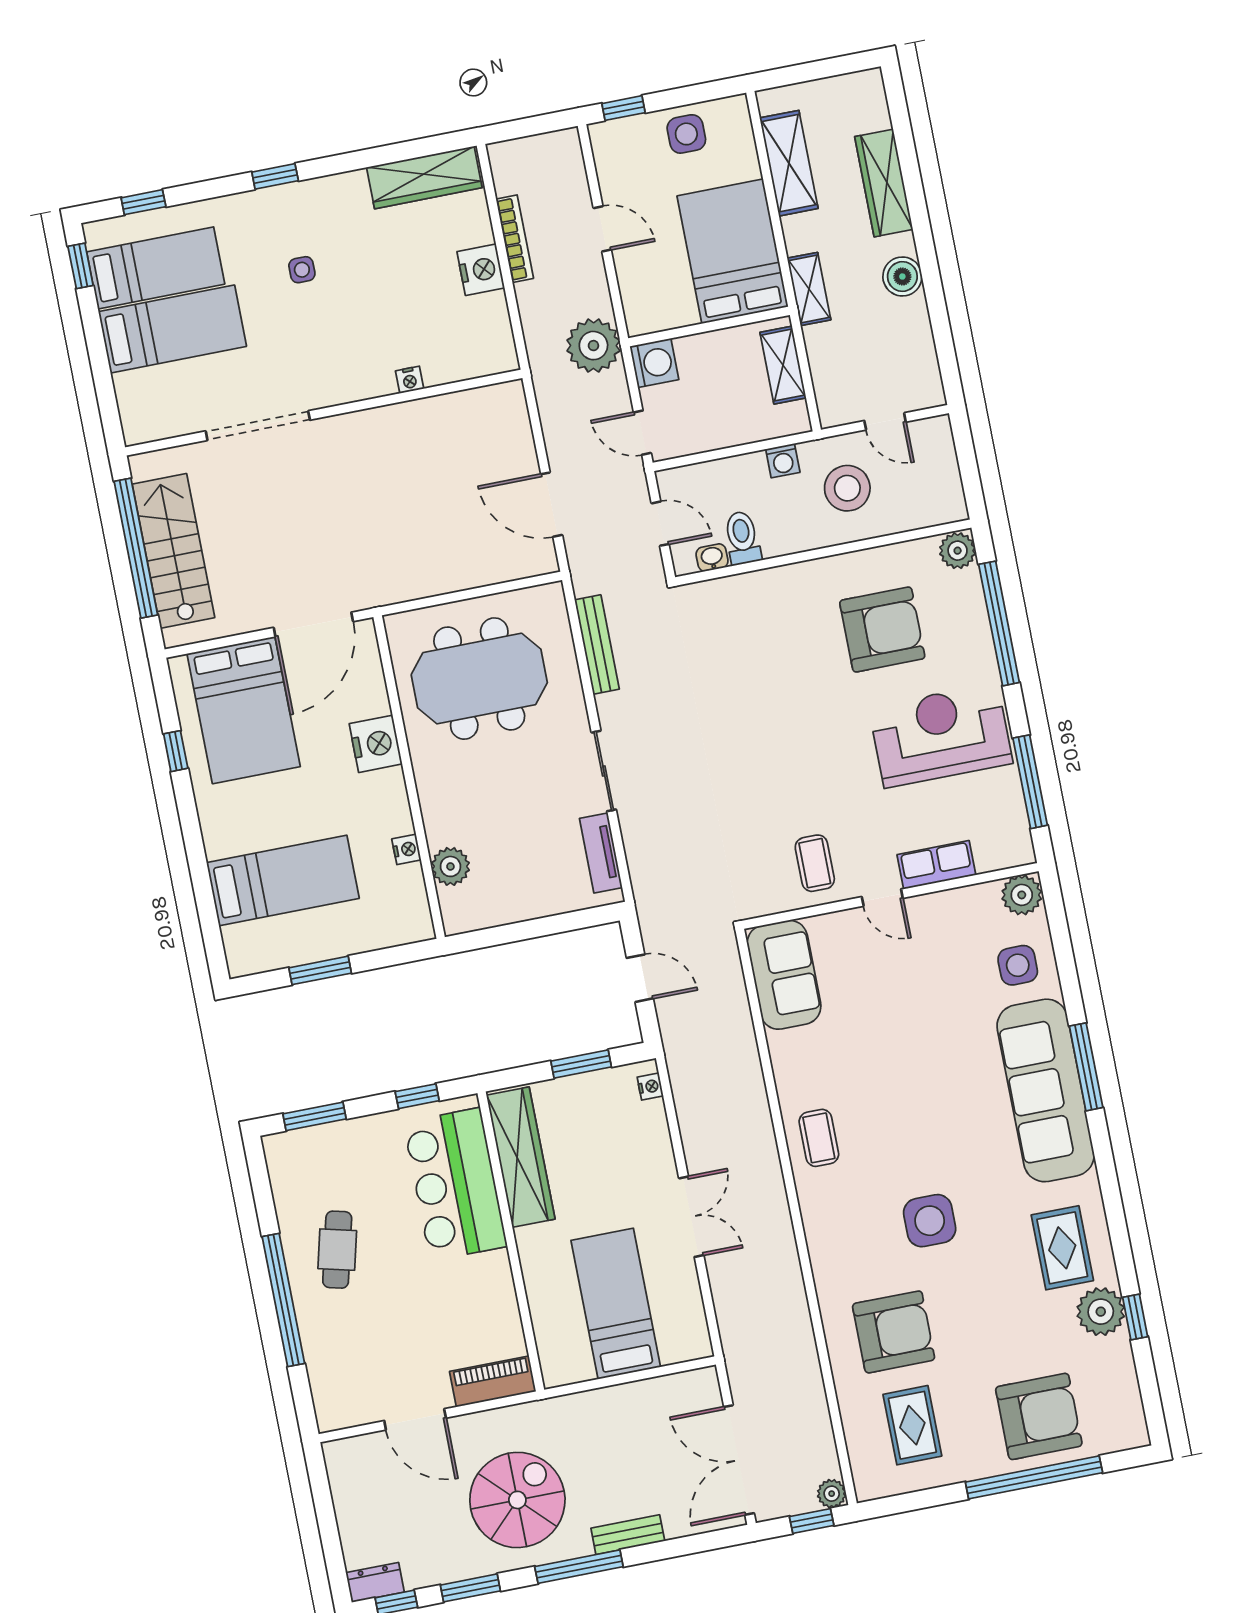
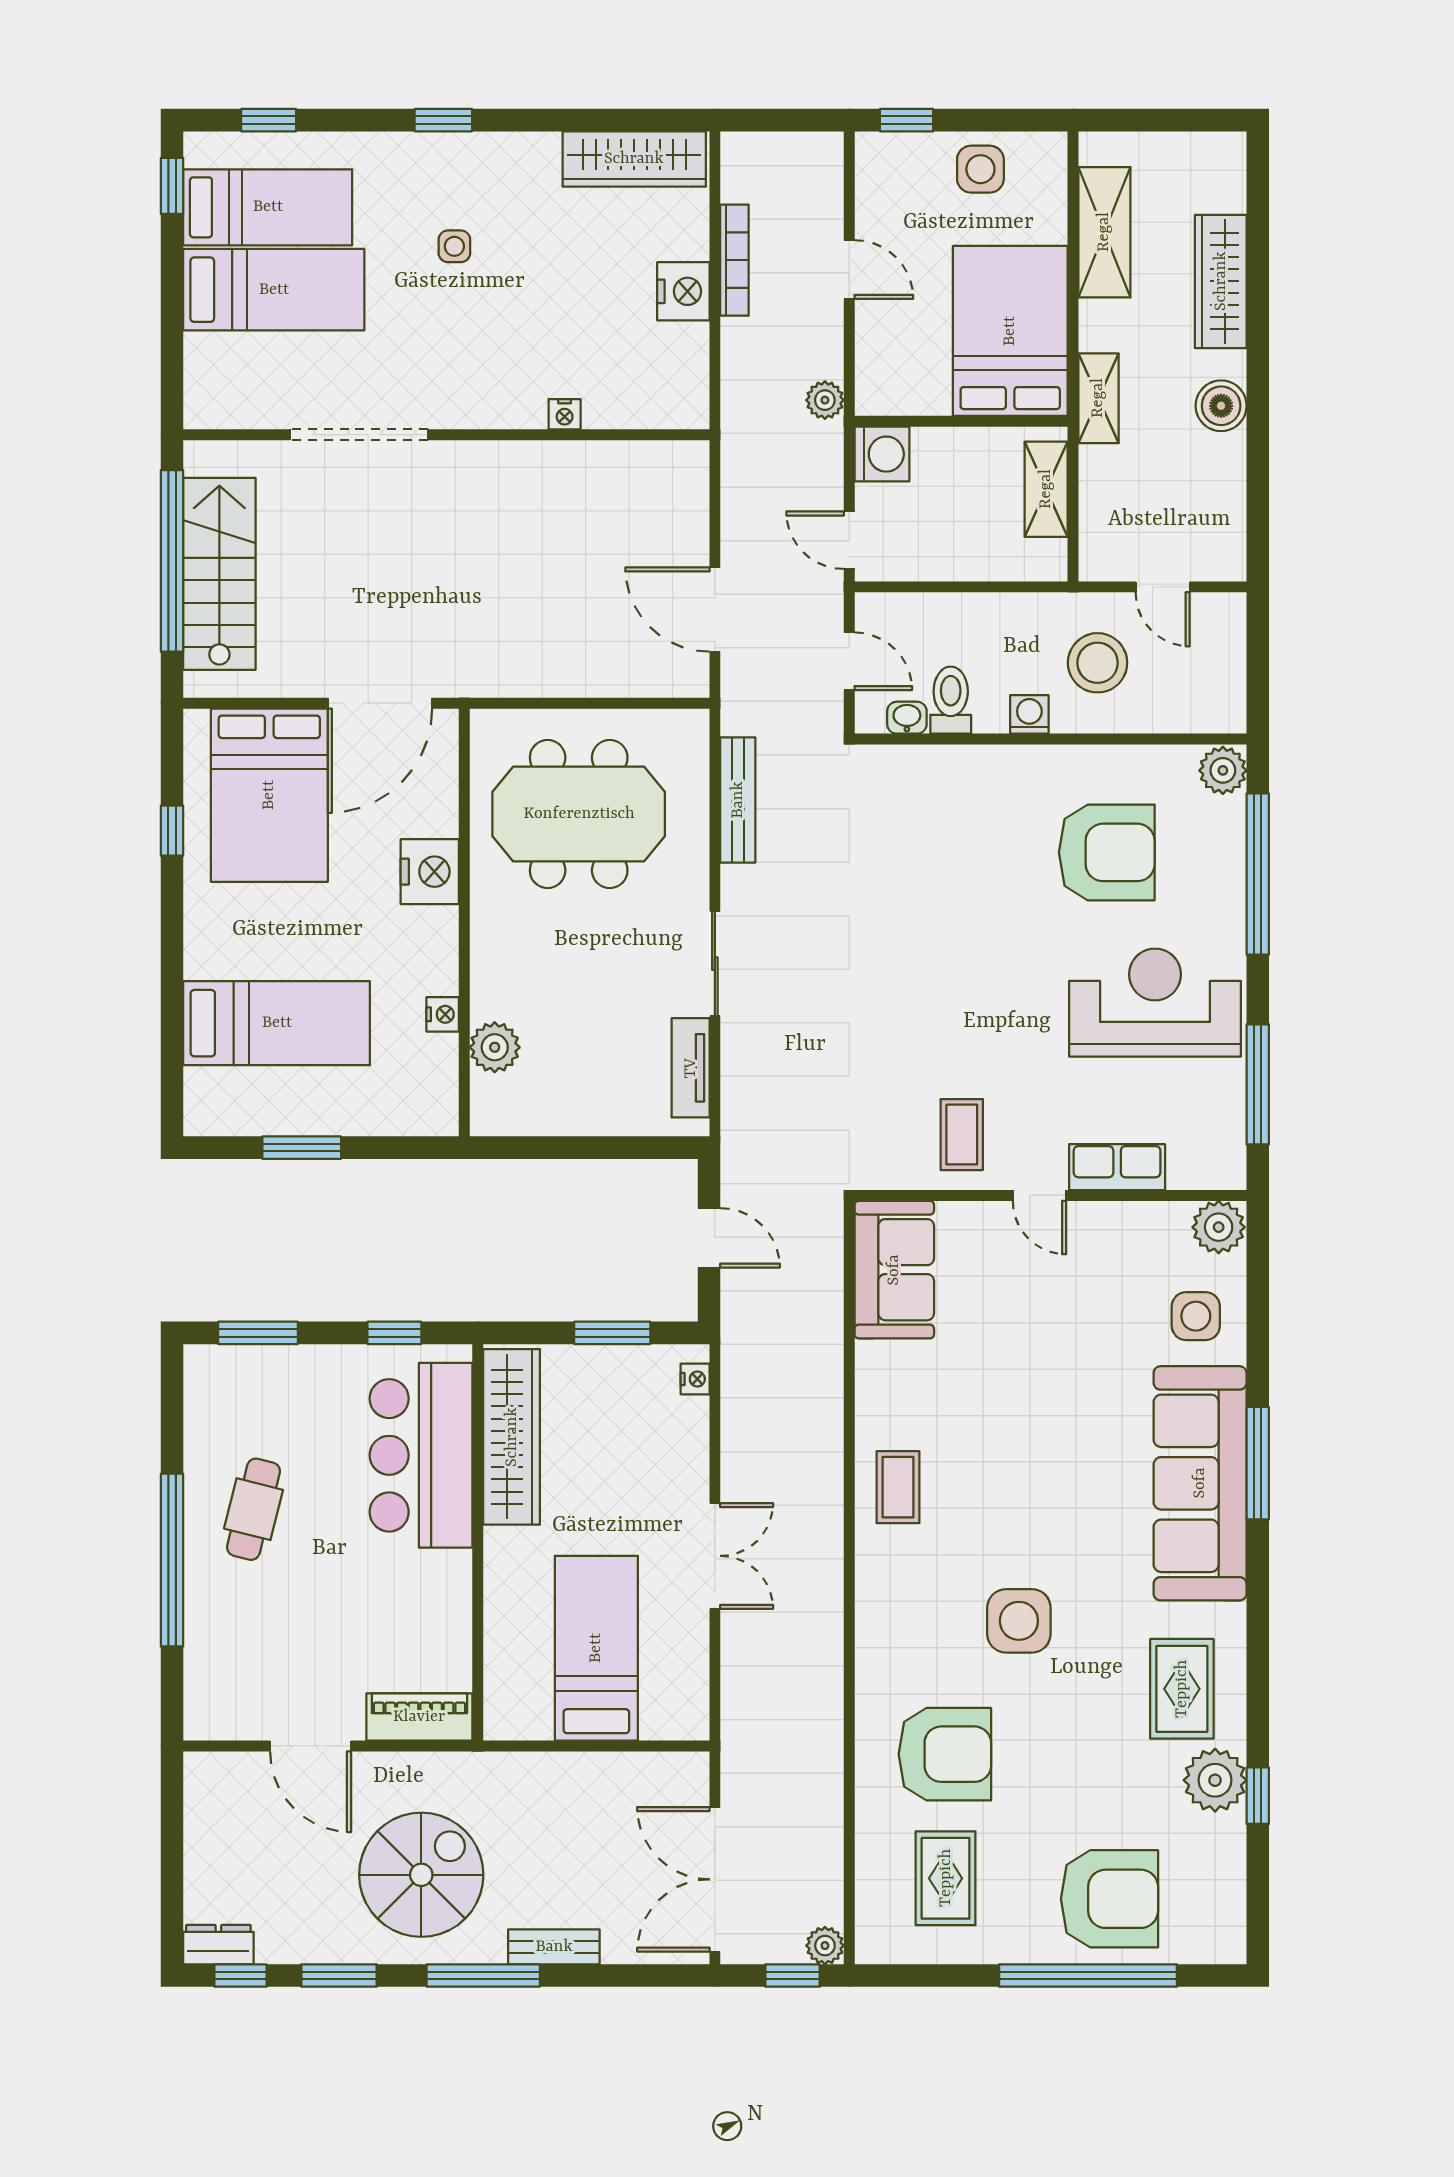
plant: (593, 346) -> (825, 400), width x0.53, depth x0.53
washing machine: (783, 461) -> (1029, 714), moved, turned 180

